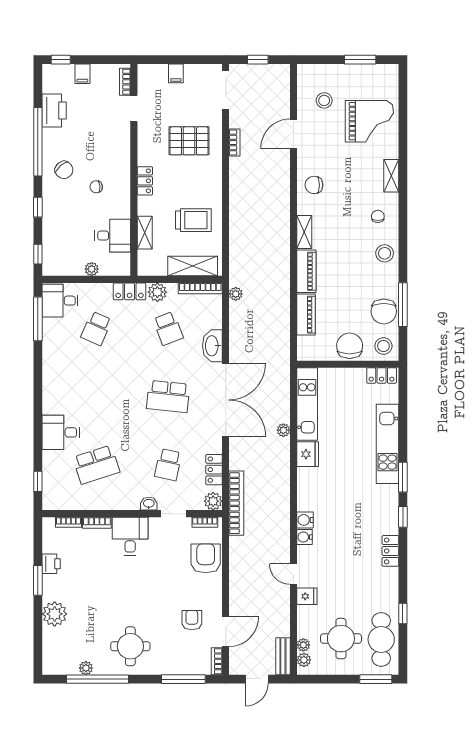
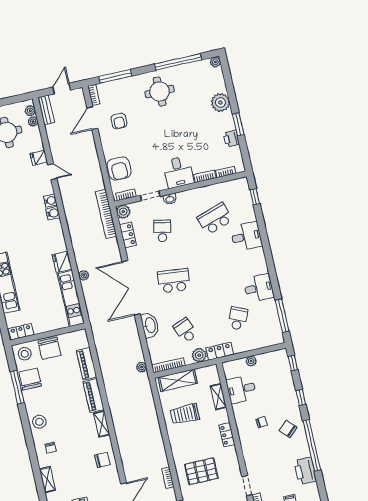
desk: (60, 301) -> (259, 288), moved
plant: (86, 668) -> (215, 62), moved

